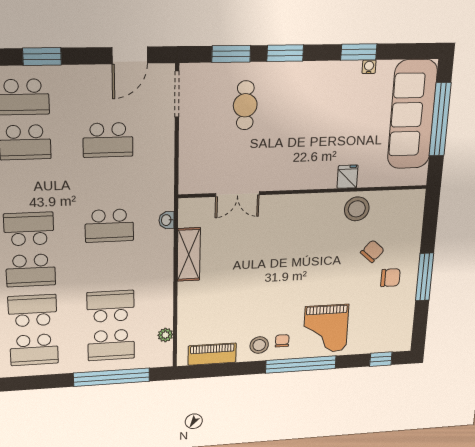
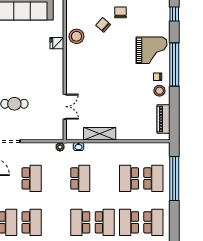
plant: (165, 335) -> (60, 147), moved

